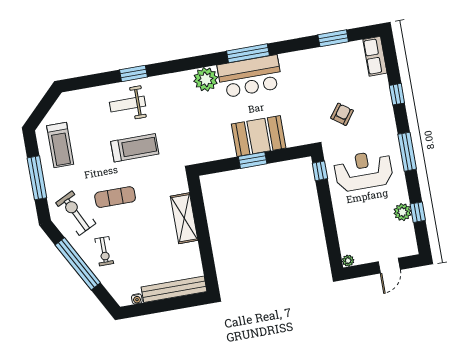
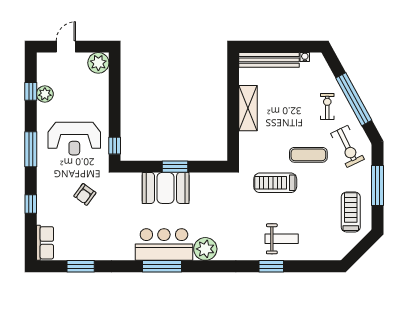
treadmill: (135, 148) -> (275, 183), moved
shelving: (184, 218) -> (248, 108), moved
plant: (348, 261) -> (98, 63), width x1.88, depth x1.88

